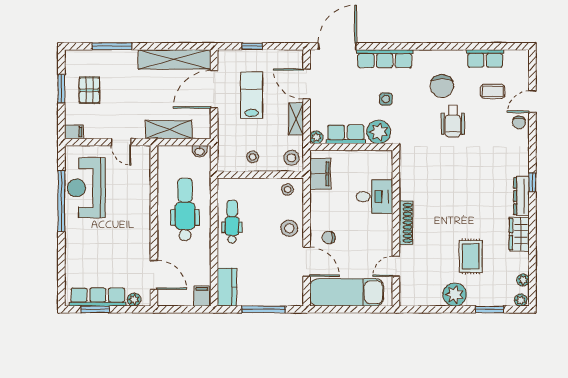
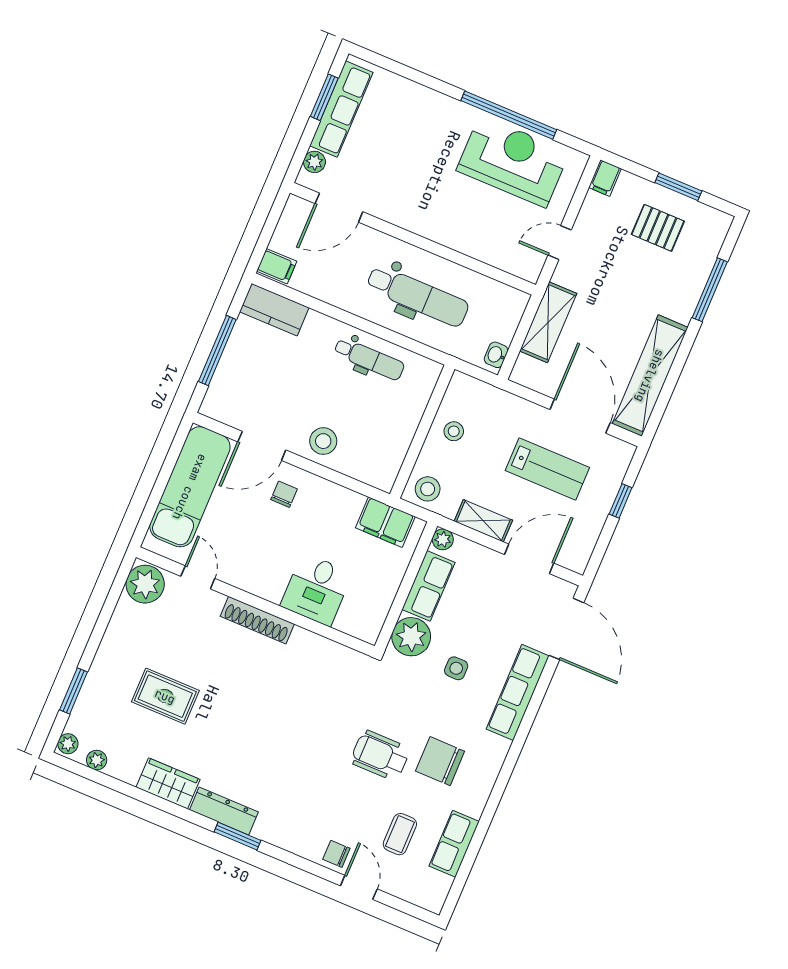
window: (532, 182) -> (237, 836), width x1.50
stool: (288, 190) -> (382, 463), removed
plant: (455, 295) -> (145, 584), moved

